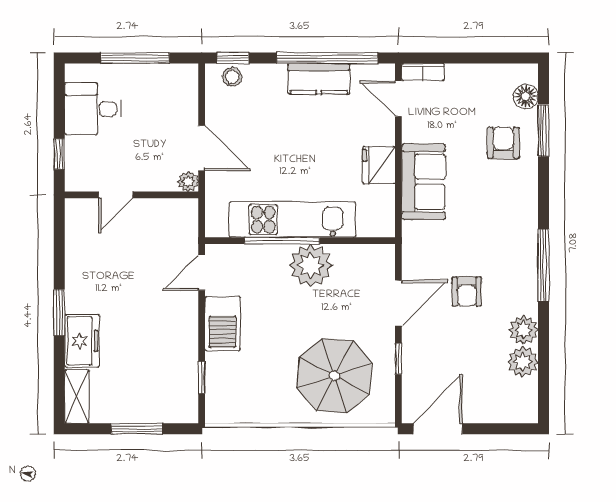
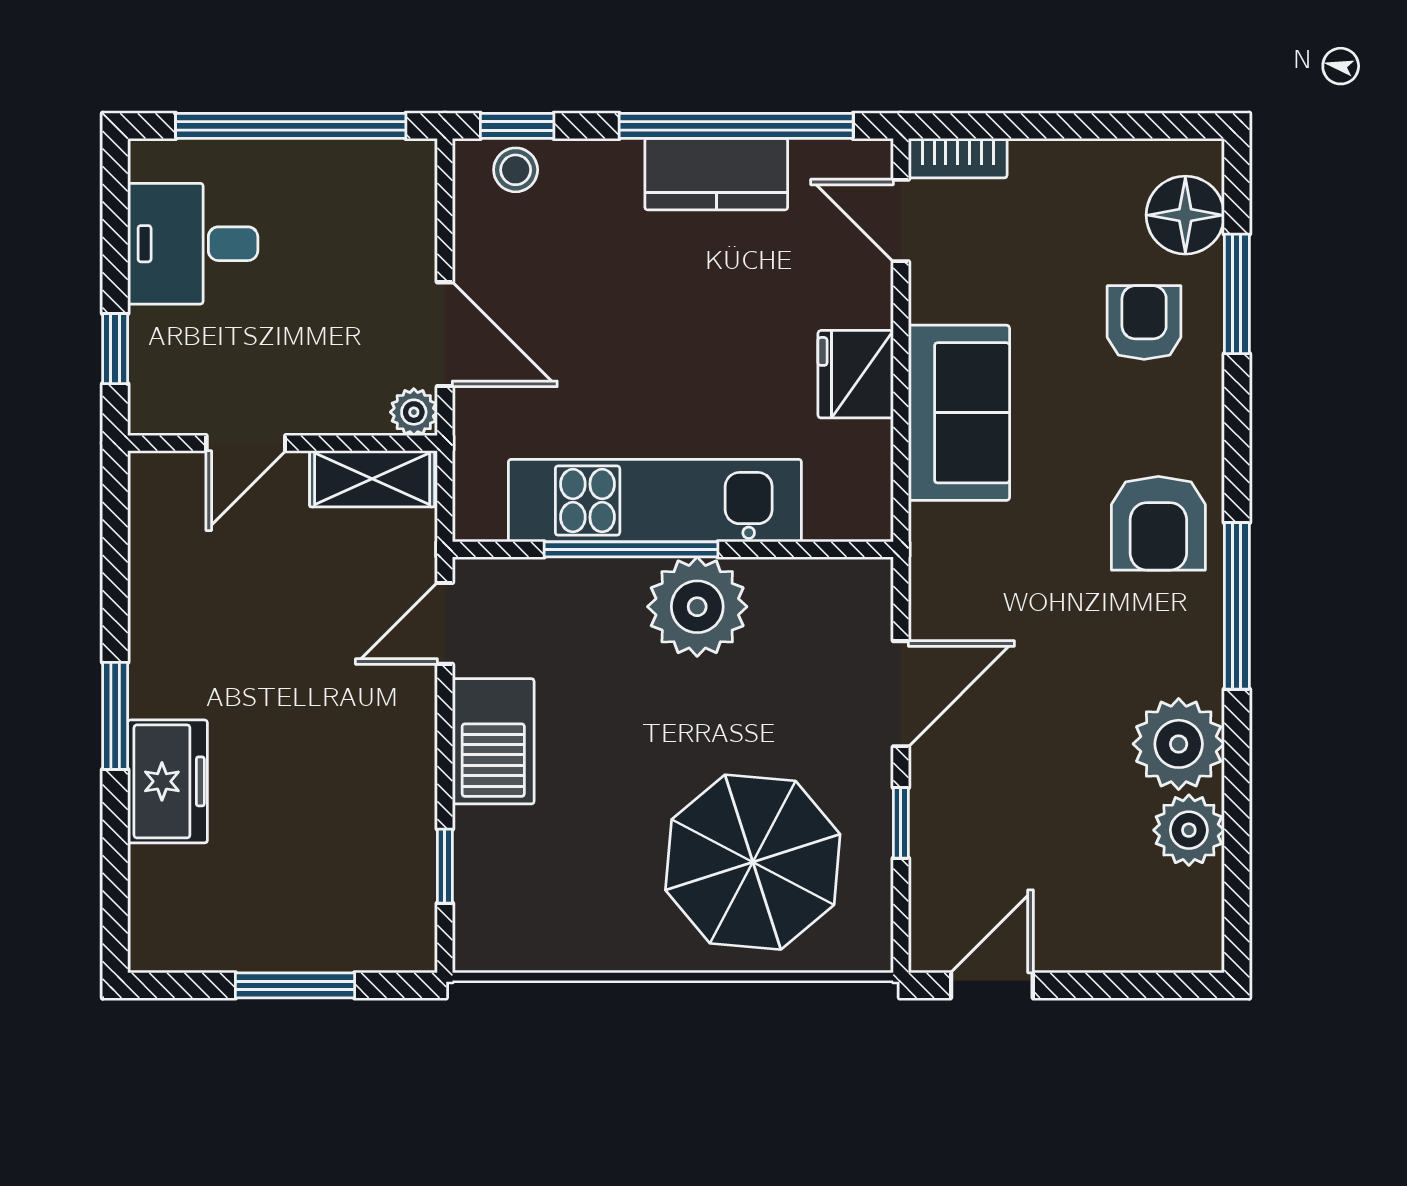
window: (135, 58) -> (291, 126), width x1.46
floor lamp: (526, 96) -> (1185, 215), width x1.38, depth x1.38
armchair: (467, 291) -> (1158, 523), moved, width x1.38, depth x1.38
plant: (524, 330) -> (1179, 744), width x1.36, depth x1.36
shelving: (77, 396) -> (372, 479), moved, turned 90
door: (438, 429) -> (992, 985), width x0.73

